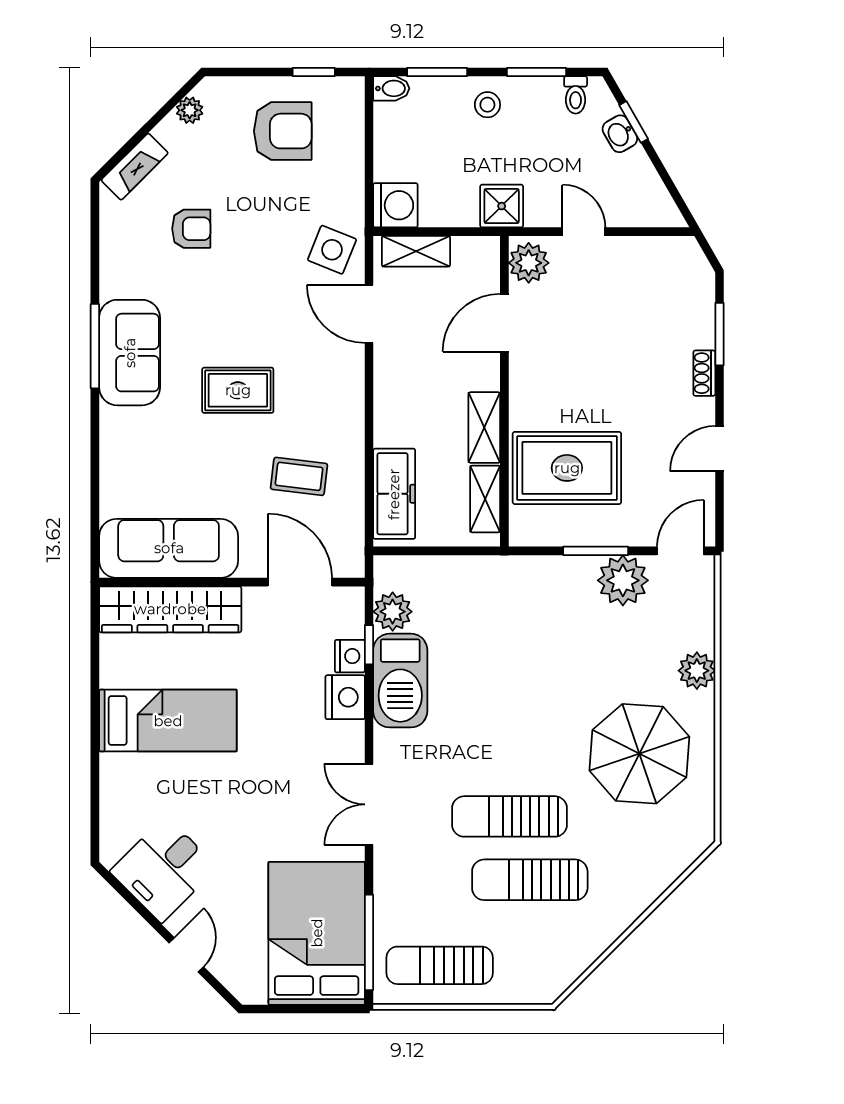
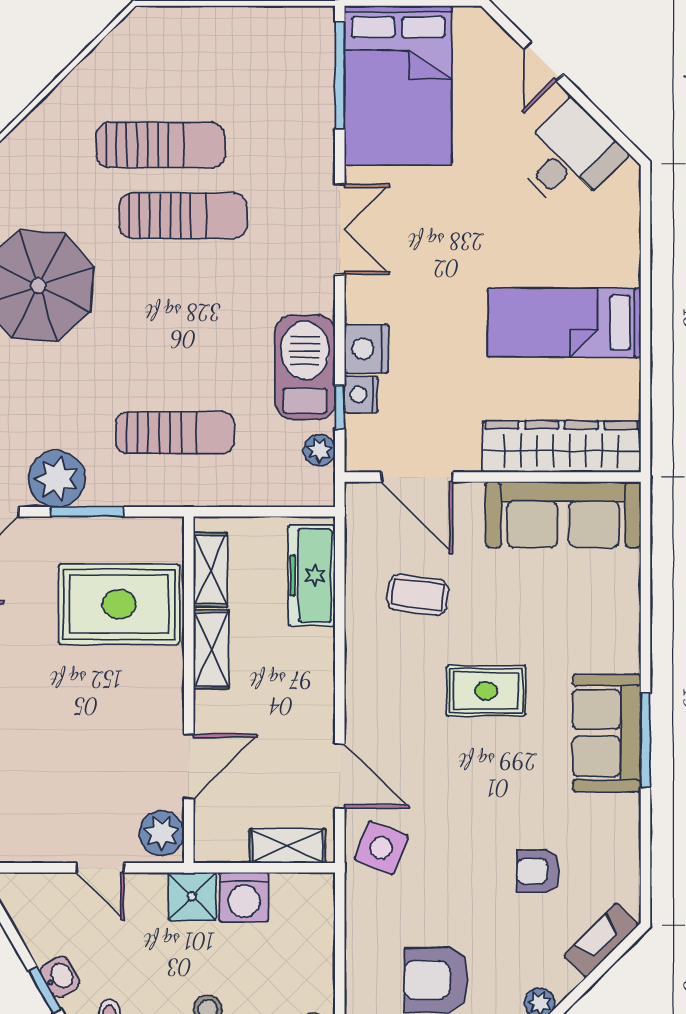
washing machine: (395, 205) -> (244, 897), moved, turned -90
plant: (393, 612) -> (319, 450), width x0.73, depth x0.73
sun lounger: (440, 965) -> (175, 433), moved

